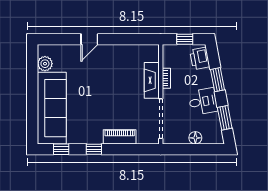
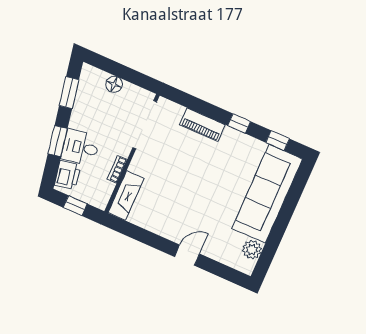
fireplace: (152, 80) -> (126, 196), moved
desk: (203, 102) -> (80, 147), moved

